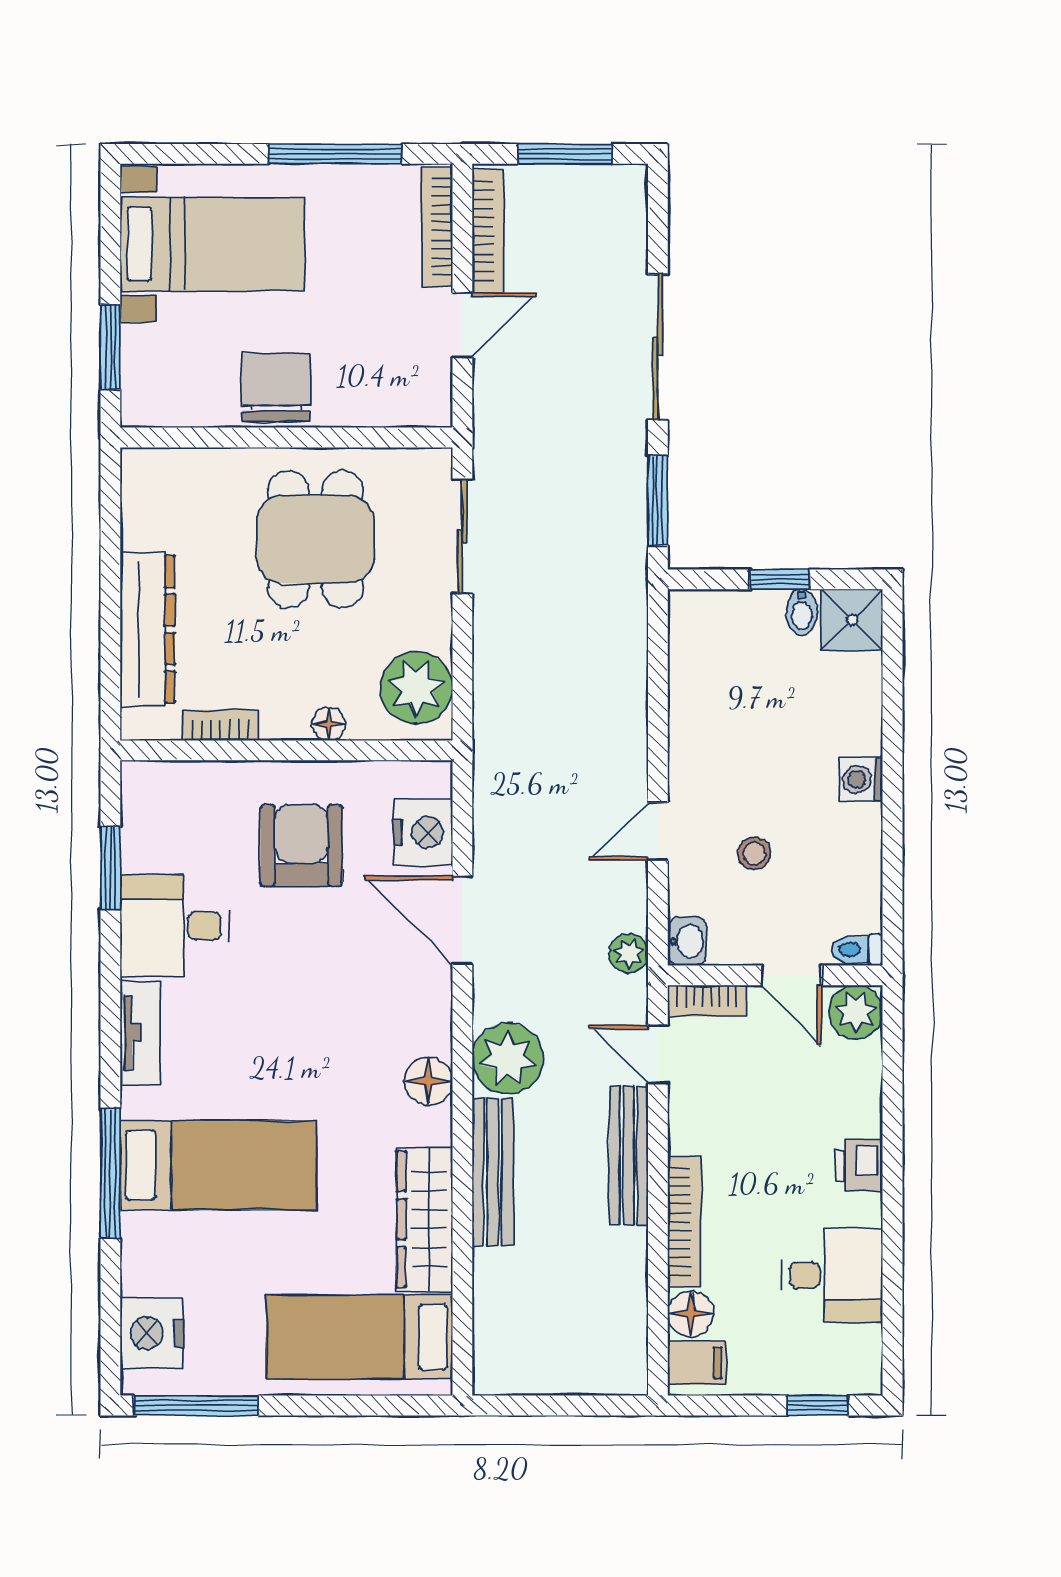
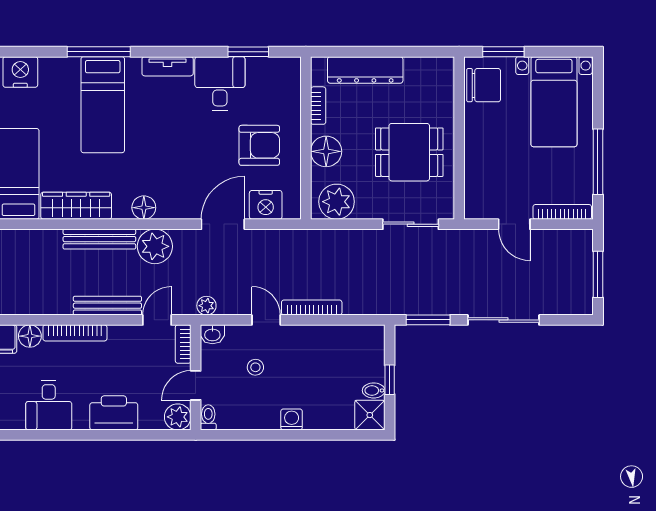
bookcase: (488, 231) -> (312, 307), moved, turned 180
chair: (276, 388) -> (484, 85), moved
floor lamp: (329, 724) -> (326, 151), width x1.89, depth x1.89
printer: (859, 1165) -> (114, 413), width x1.87, depth x1.48

